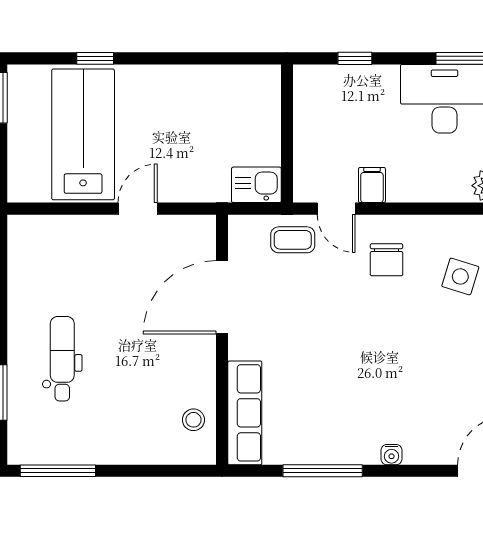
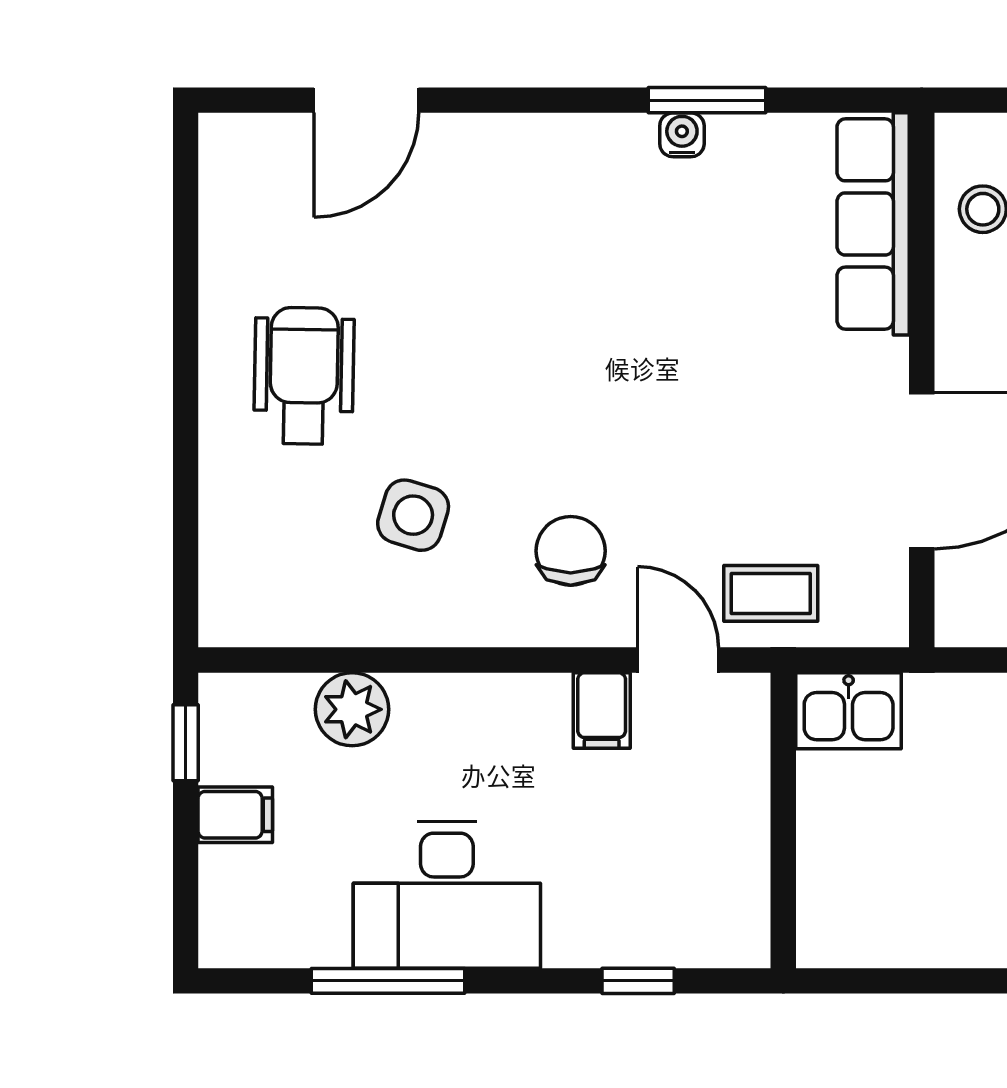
water cooler: (392, 455) -> (682, 135), moved
window: (323, 471) -> (707, 100), width x0.69

